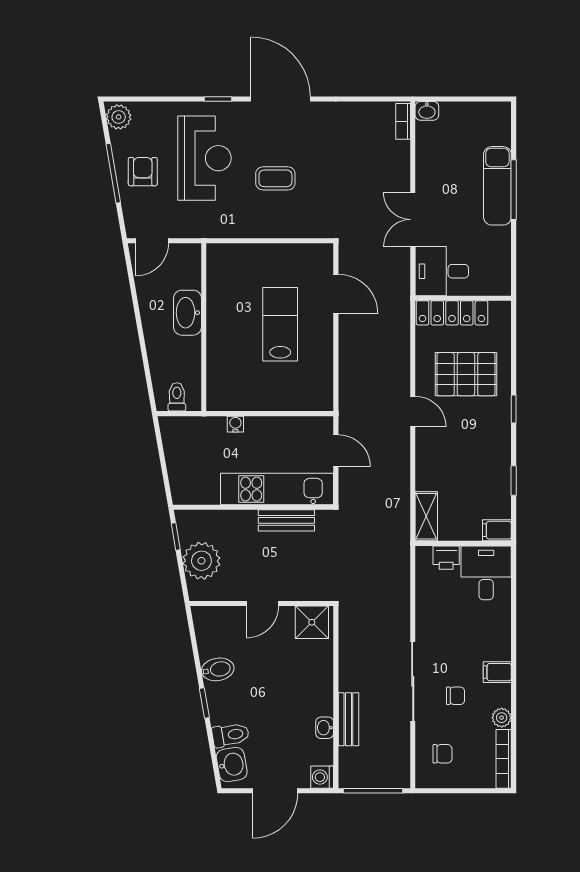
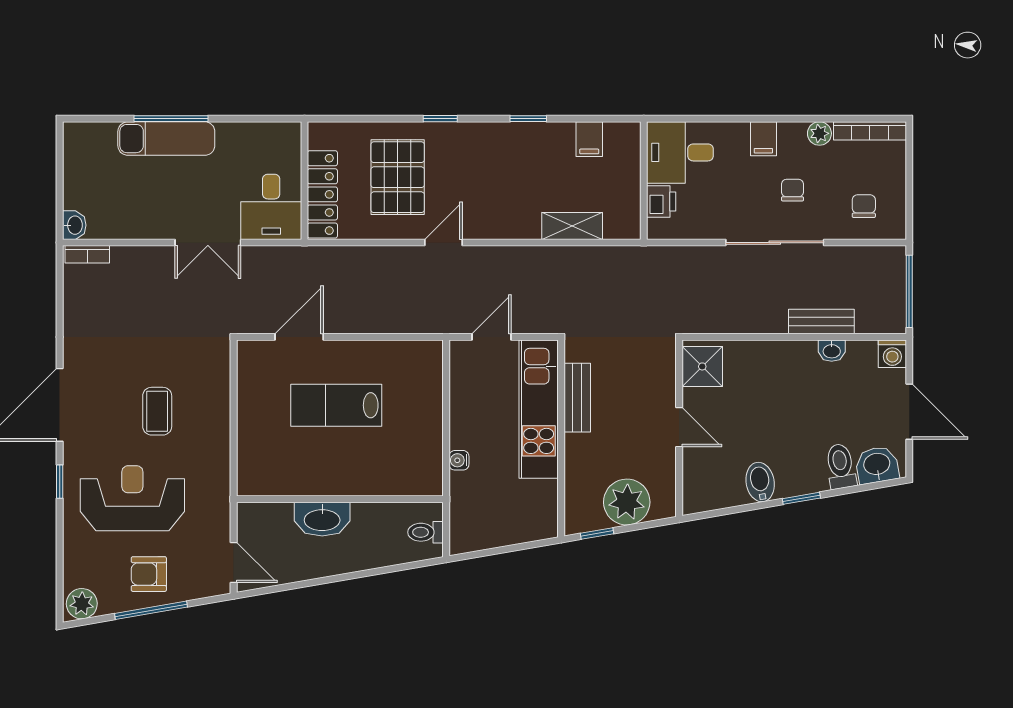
wall: (463, 543) -> (644, 181), moved
printer: (446, 558) -> (661, 202), moved
desk: (486, 573) -> (680, 152), moved

